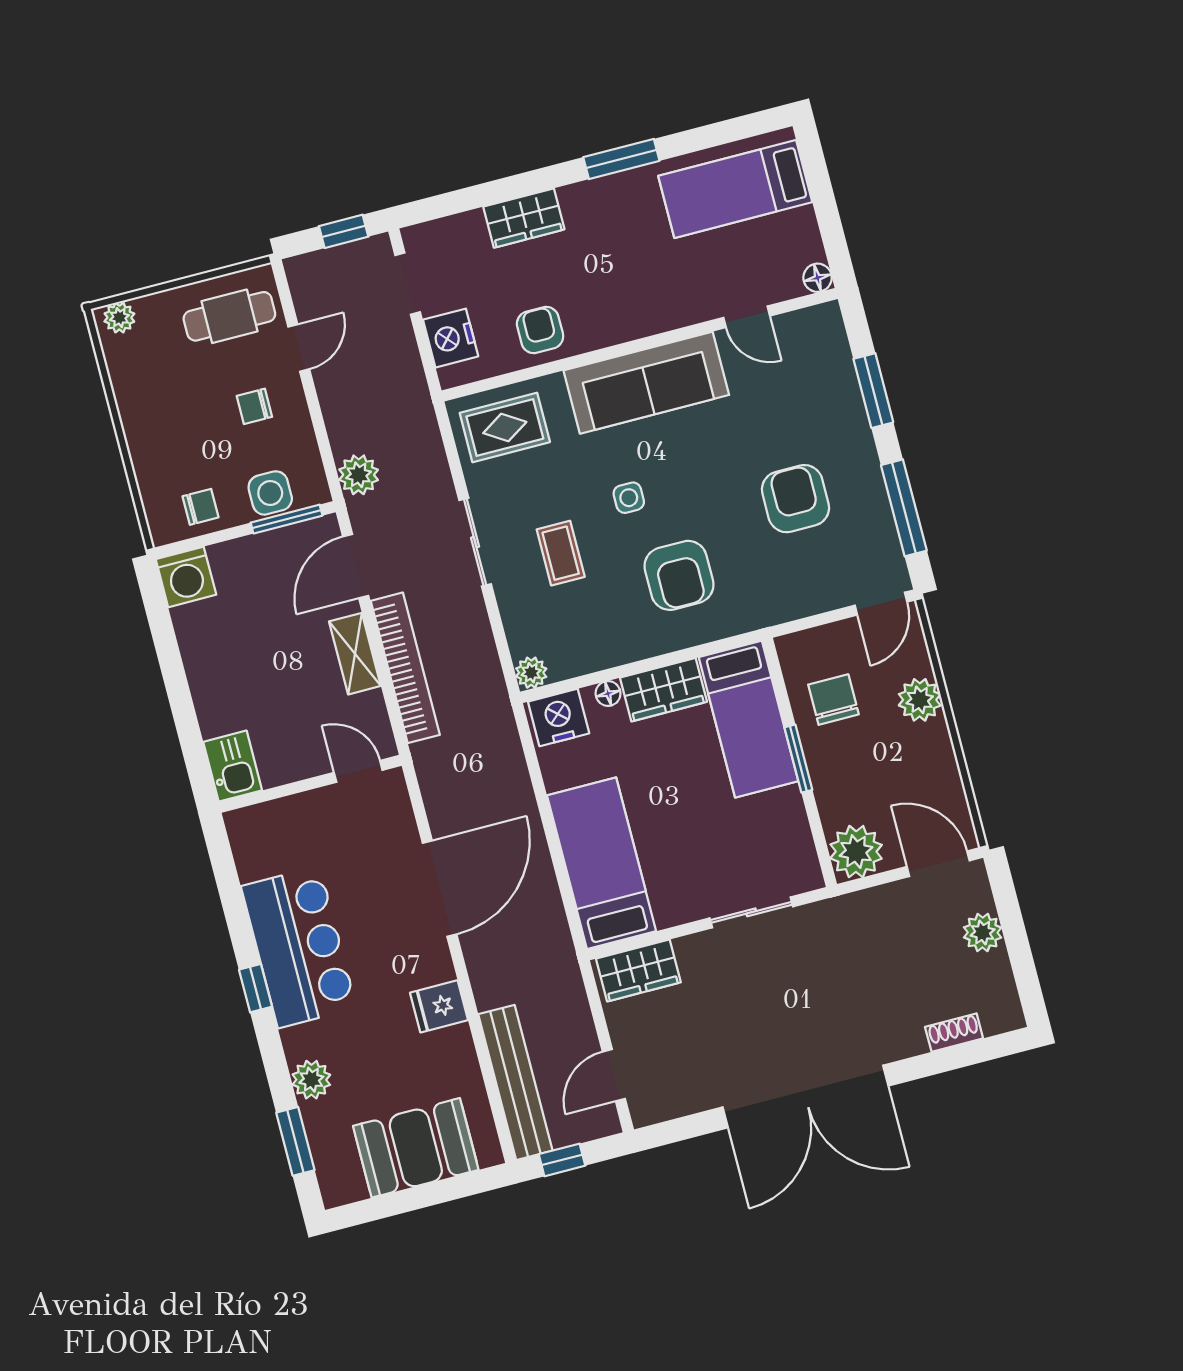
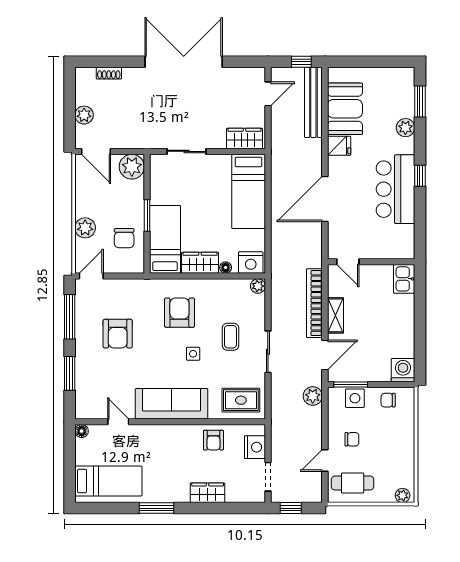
booth: (416, 1148) -> (345, 109), moved, turned 90

